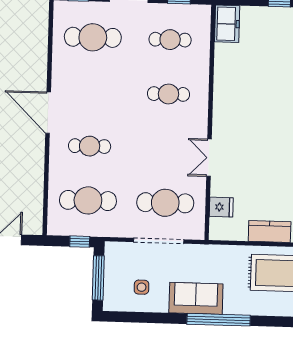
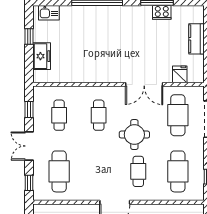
freezer: (227, 24) -> (42, 56), moved, turned 90
round table: (140, 142) -> (134, 135), added
double door: (209, 158) -> (144, 84), width x1.37

